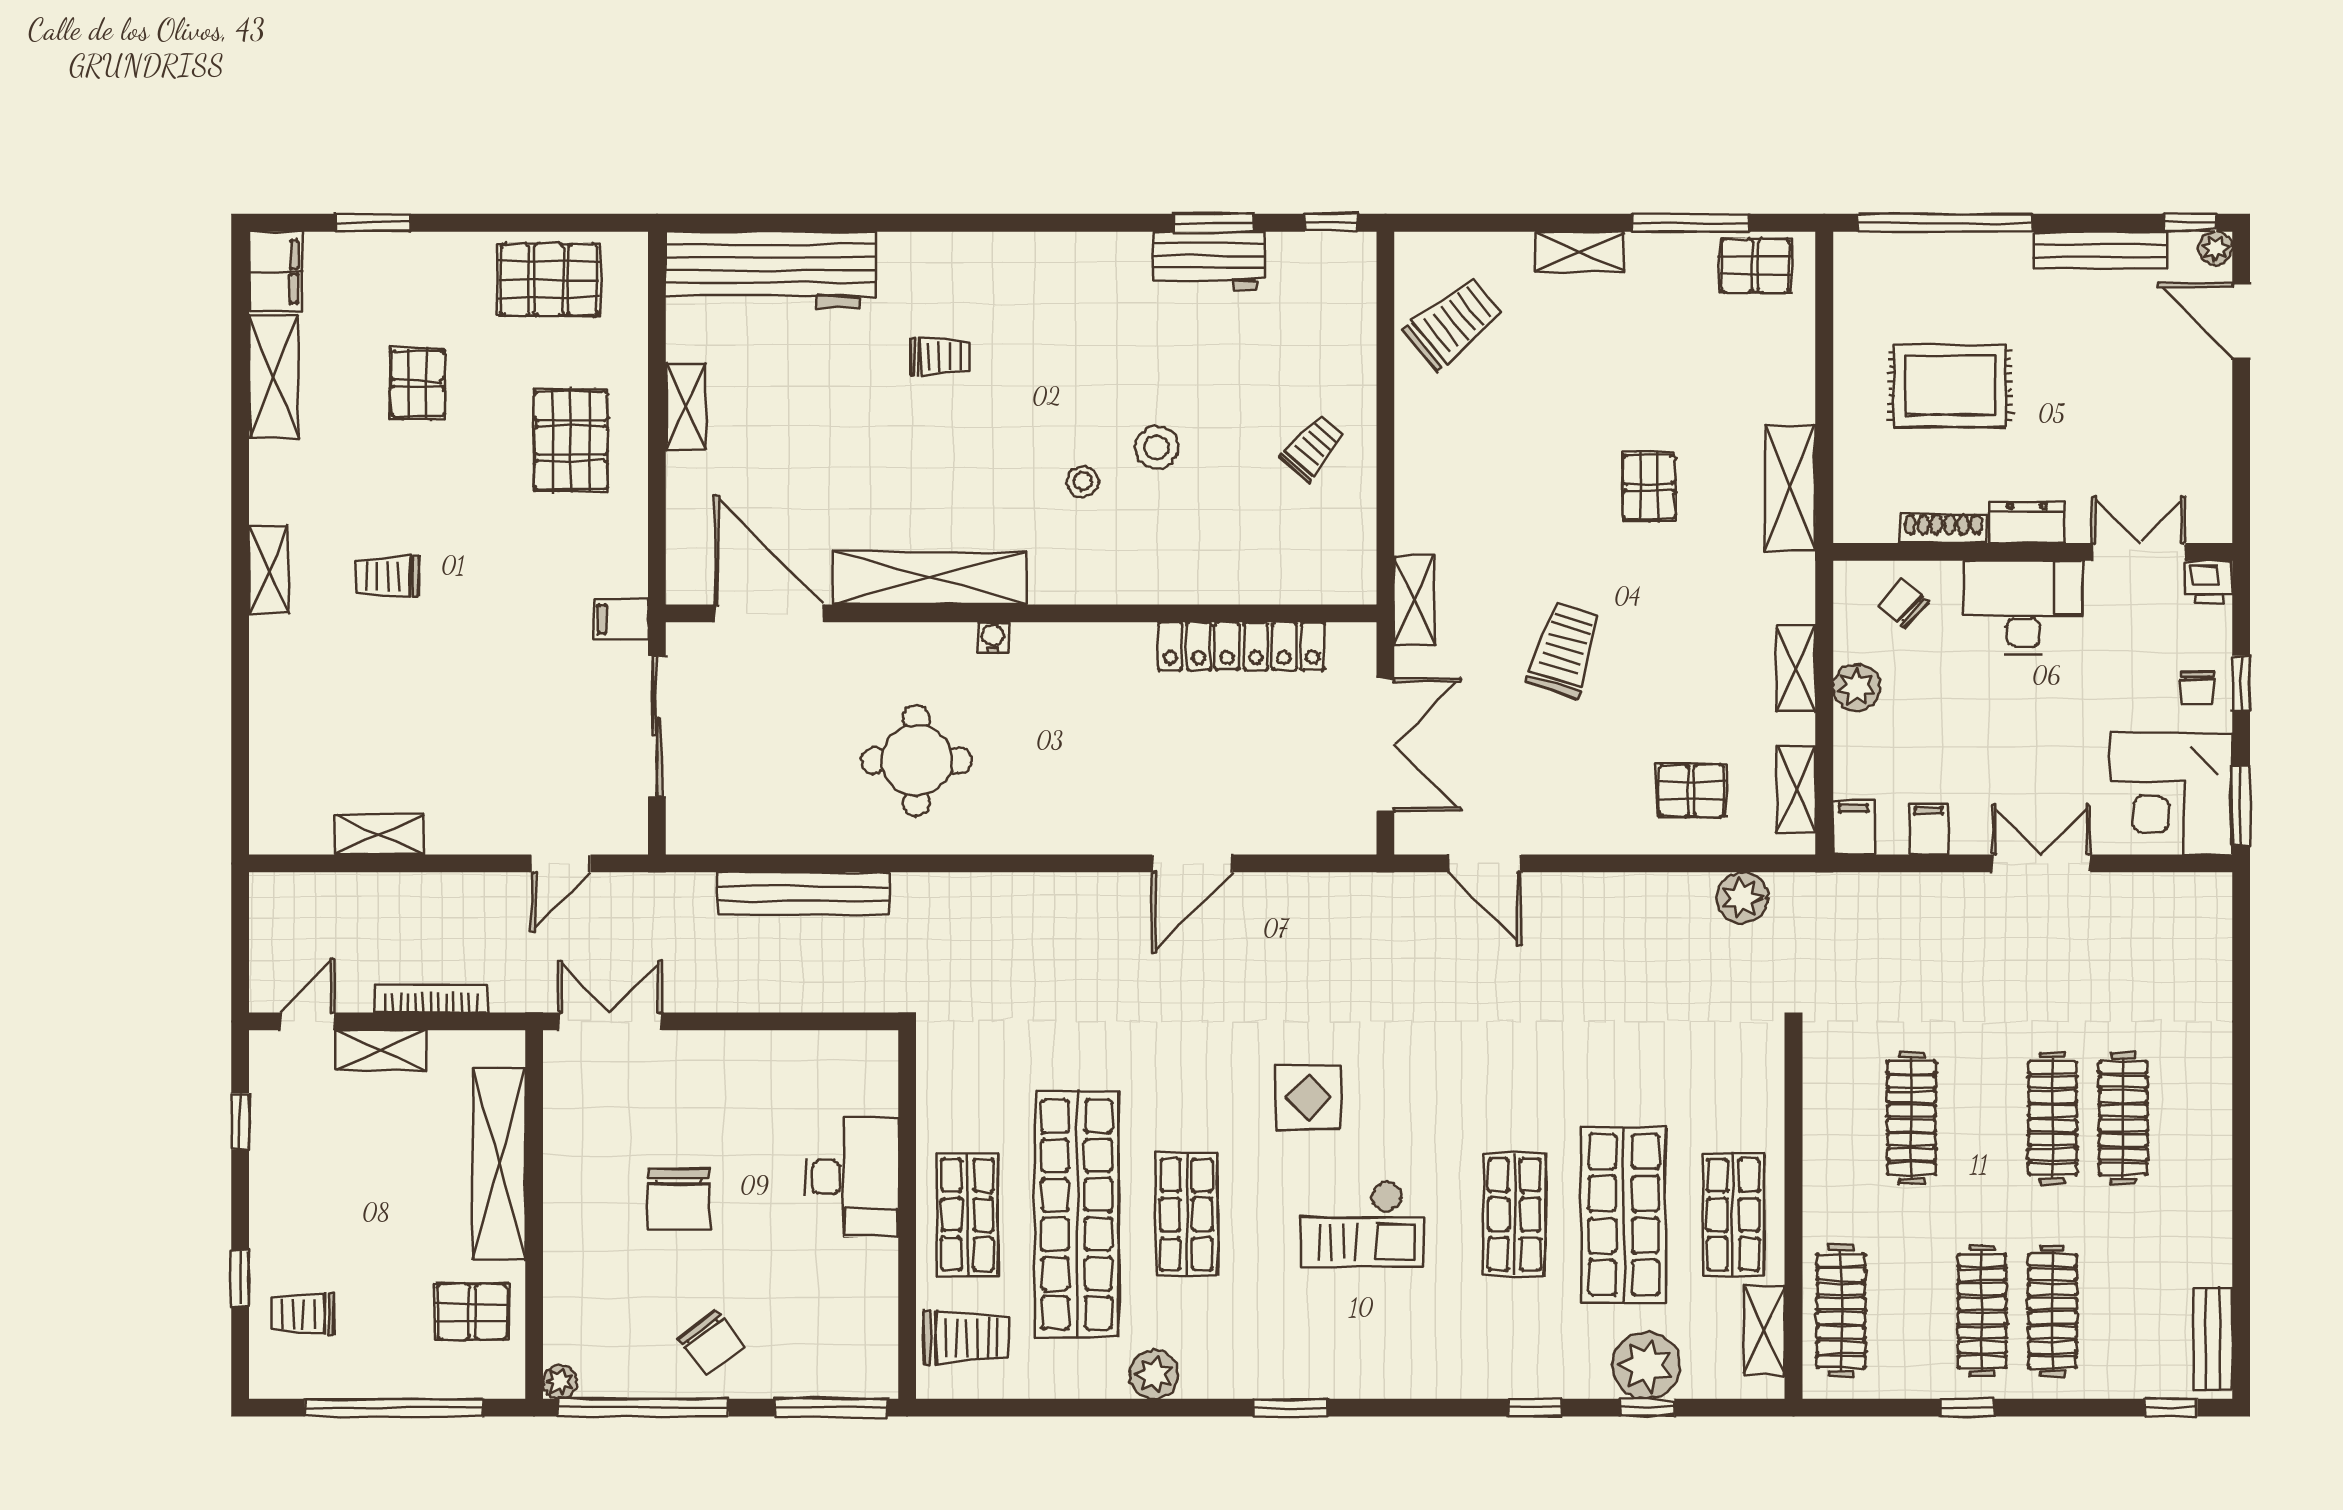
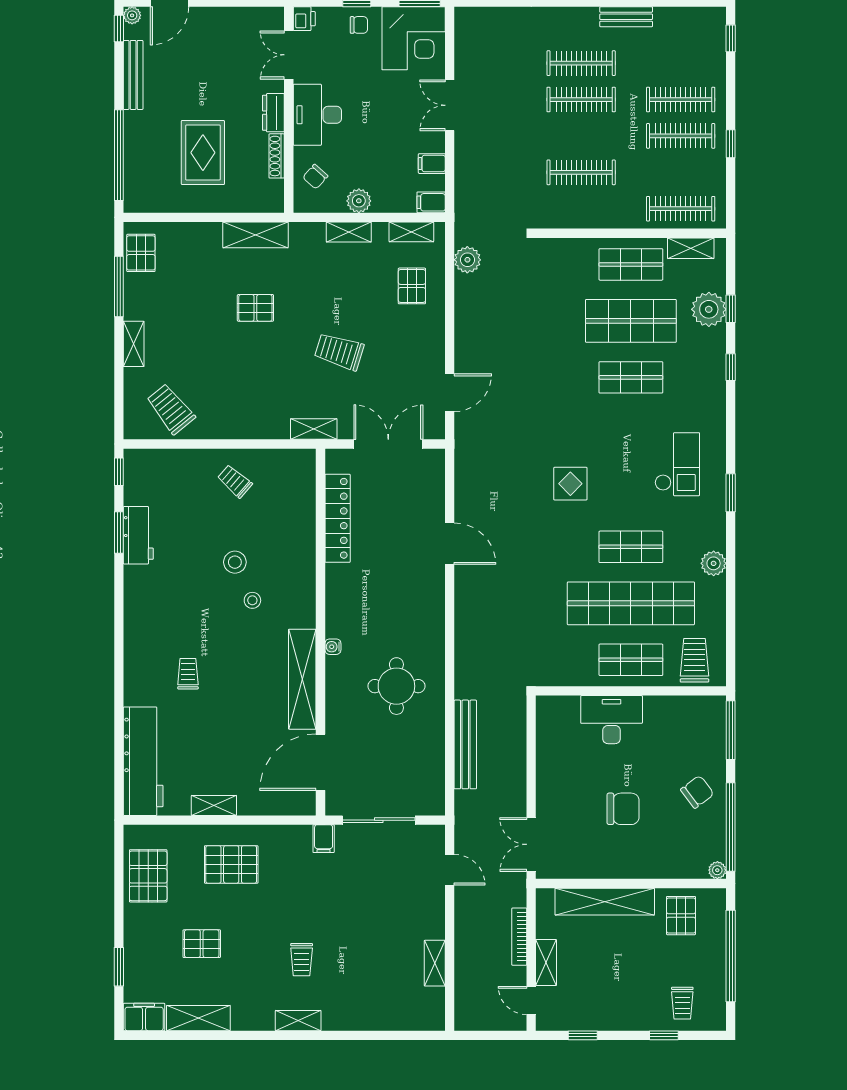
checkout: (1362, 1224) -> (677, 464), moved
bench: (2213, 1339) -> (626, 17), moved

